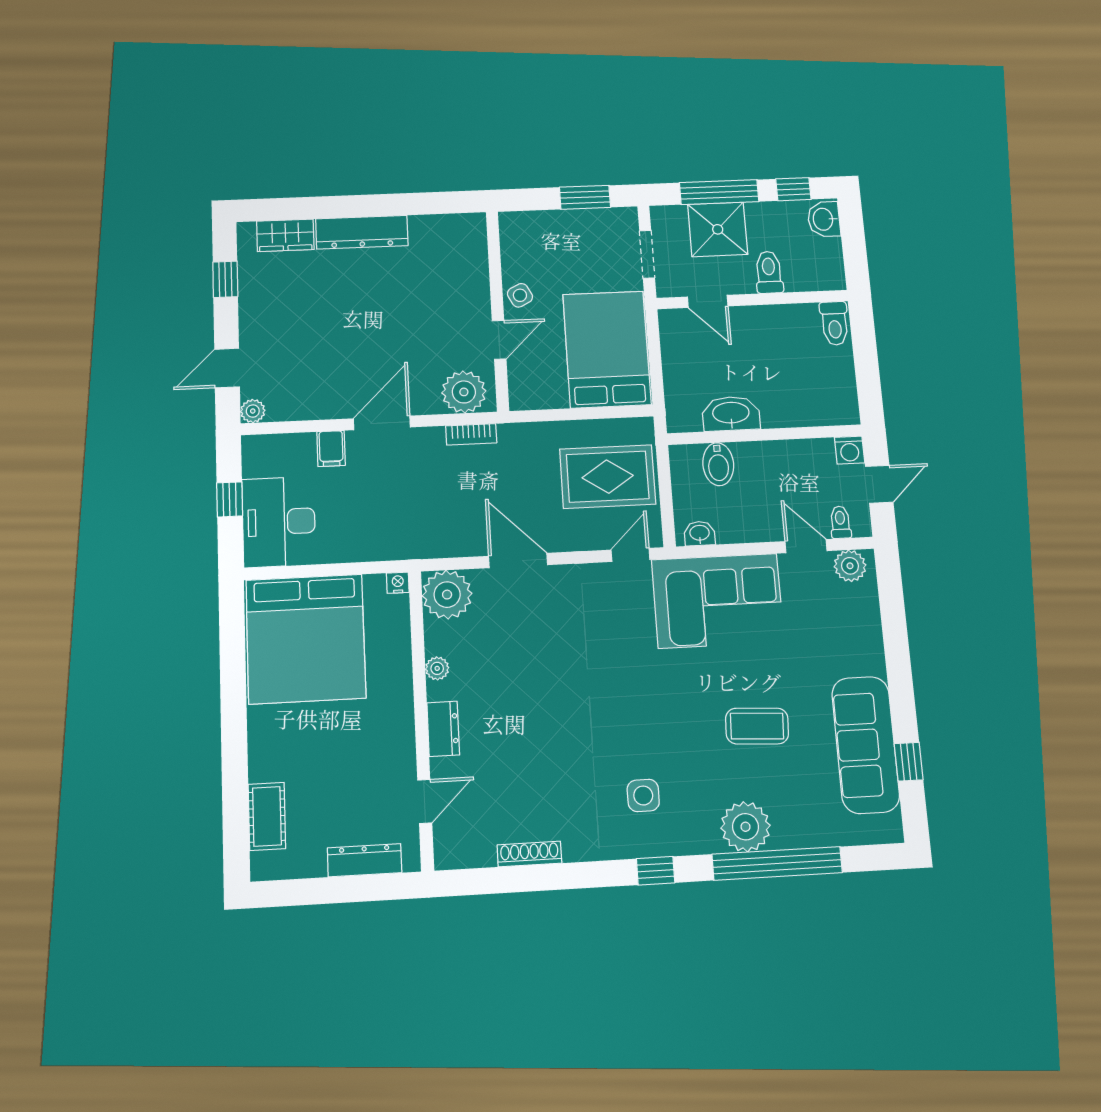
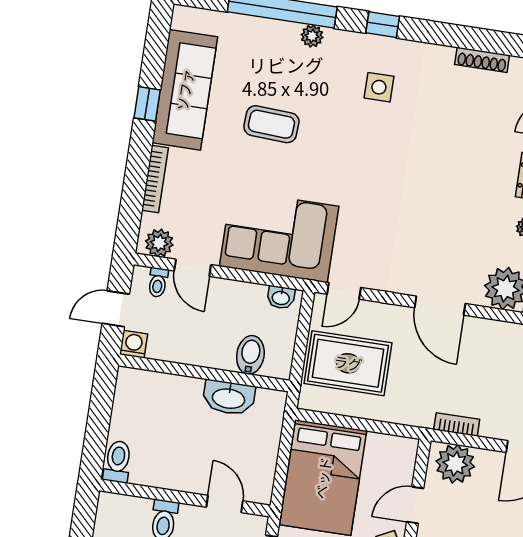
bookcase: (873, 636) -> (155, 179), added
window: (909, 762) -> (147, 104), moved
plant: (745, 827) -> (312, 36), width x0.53, depth x0.53

